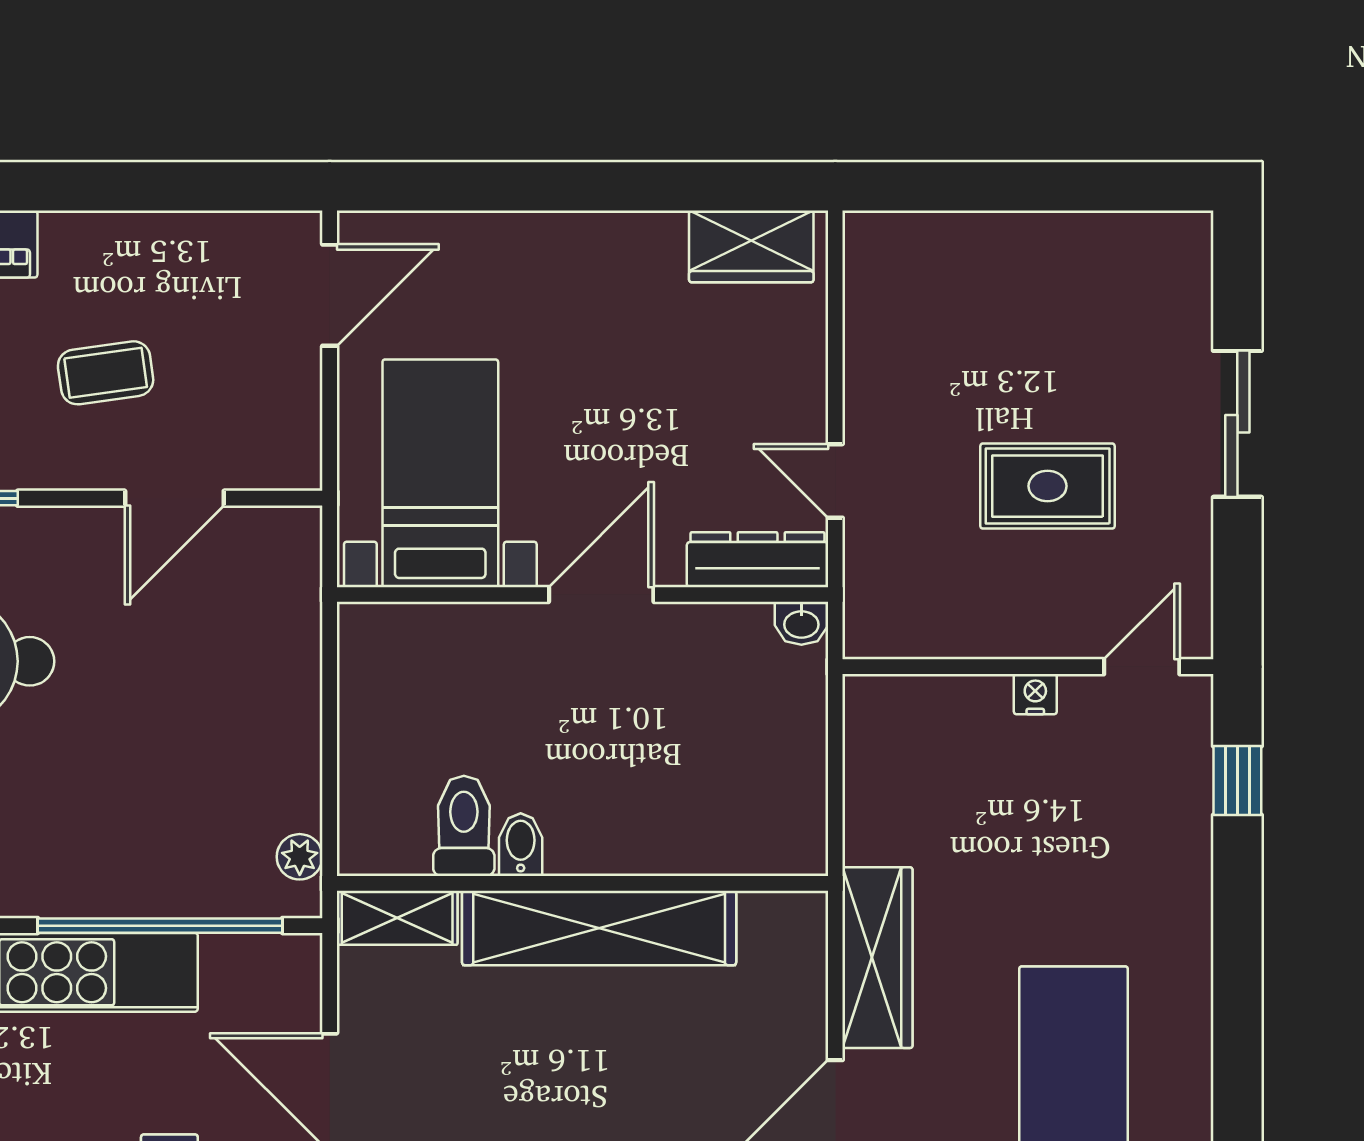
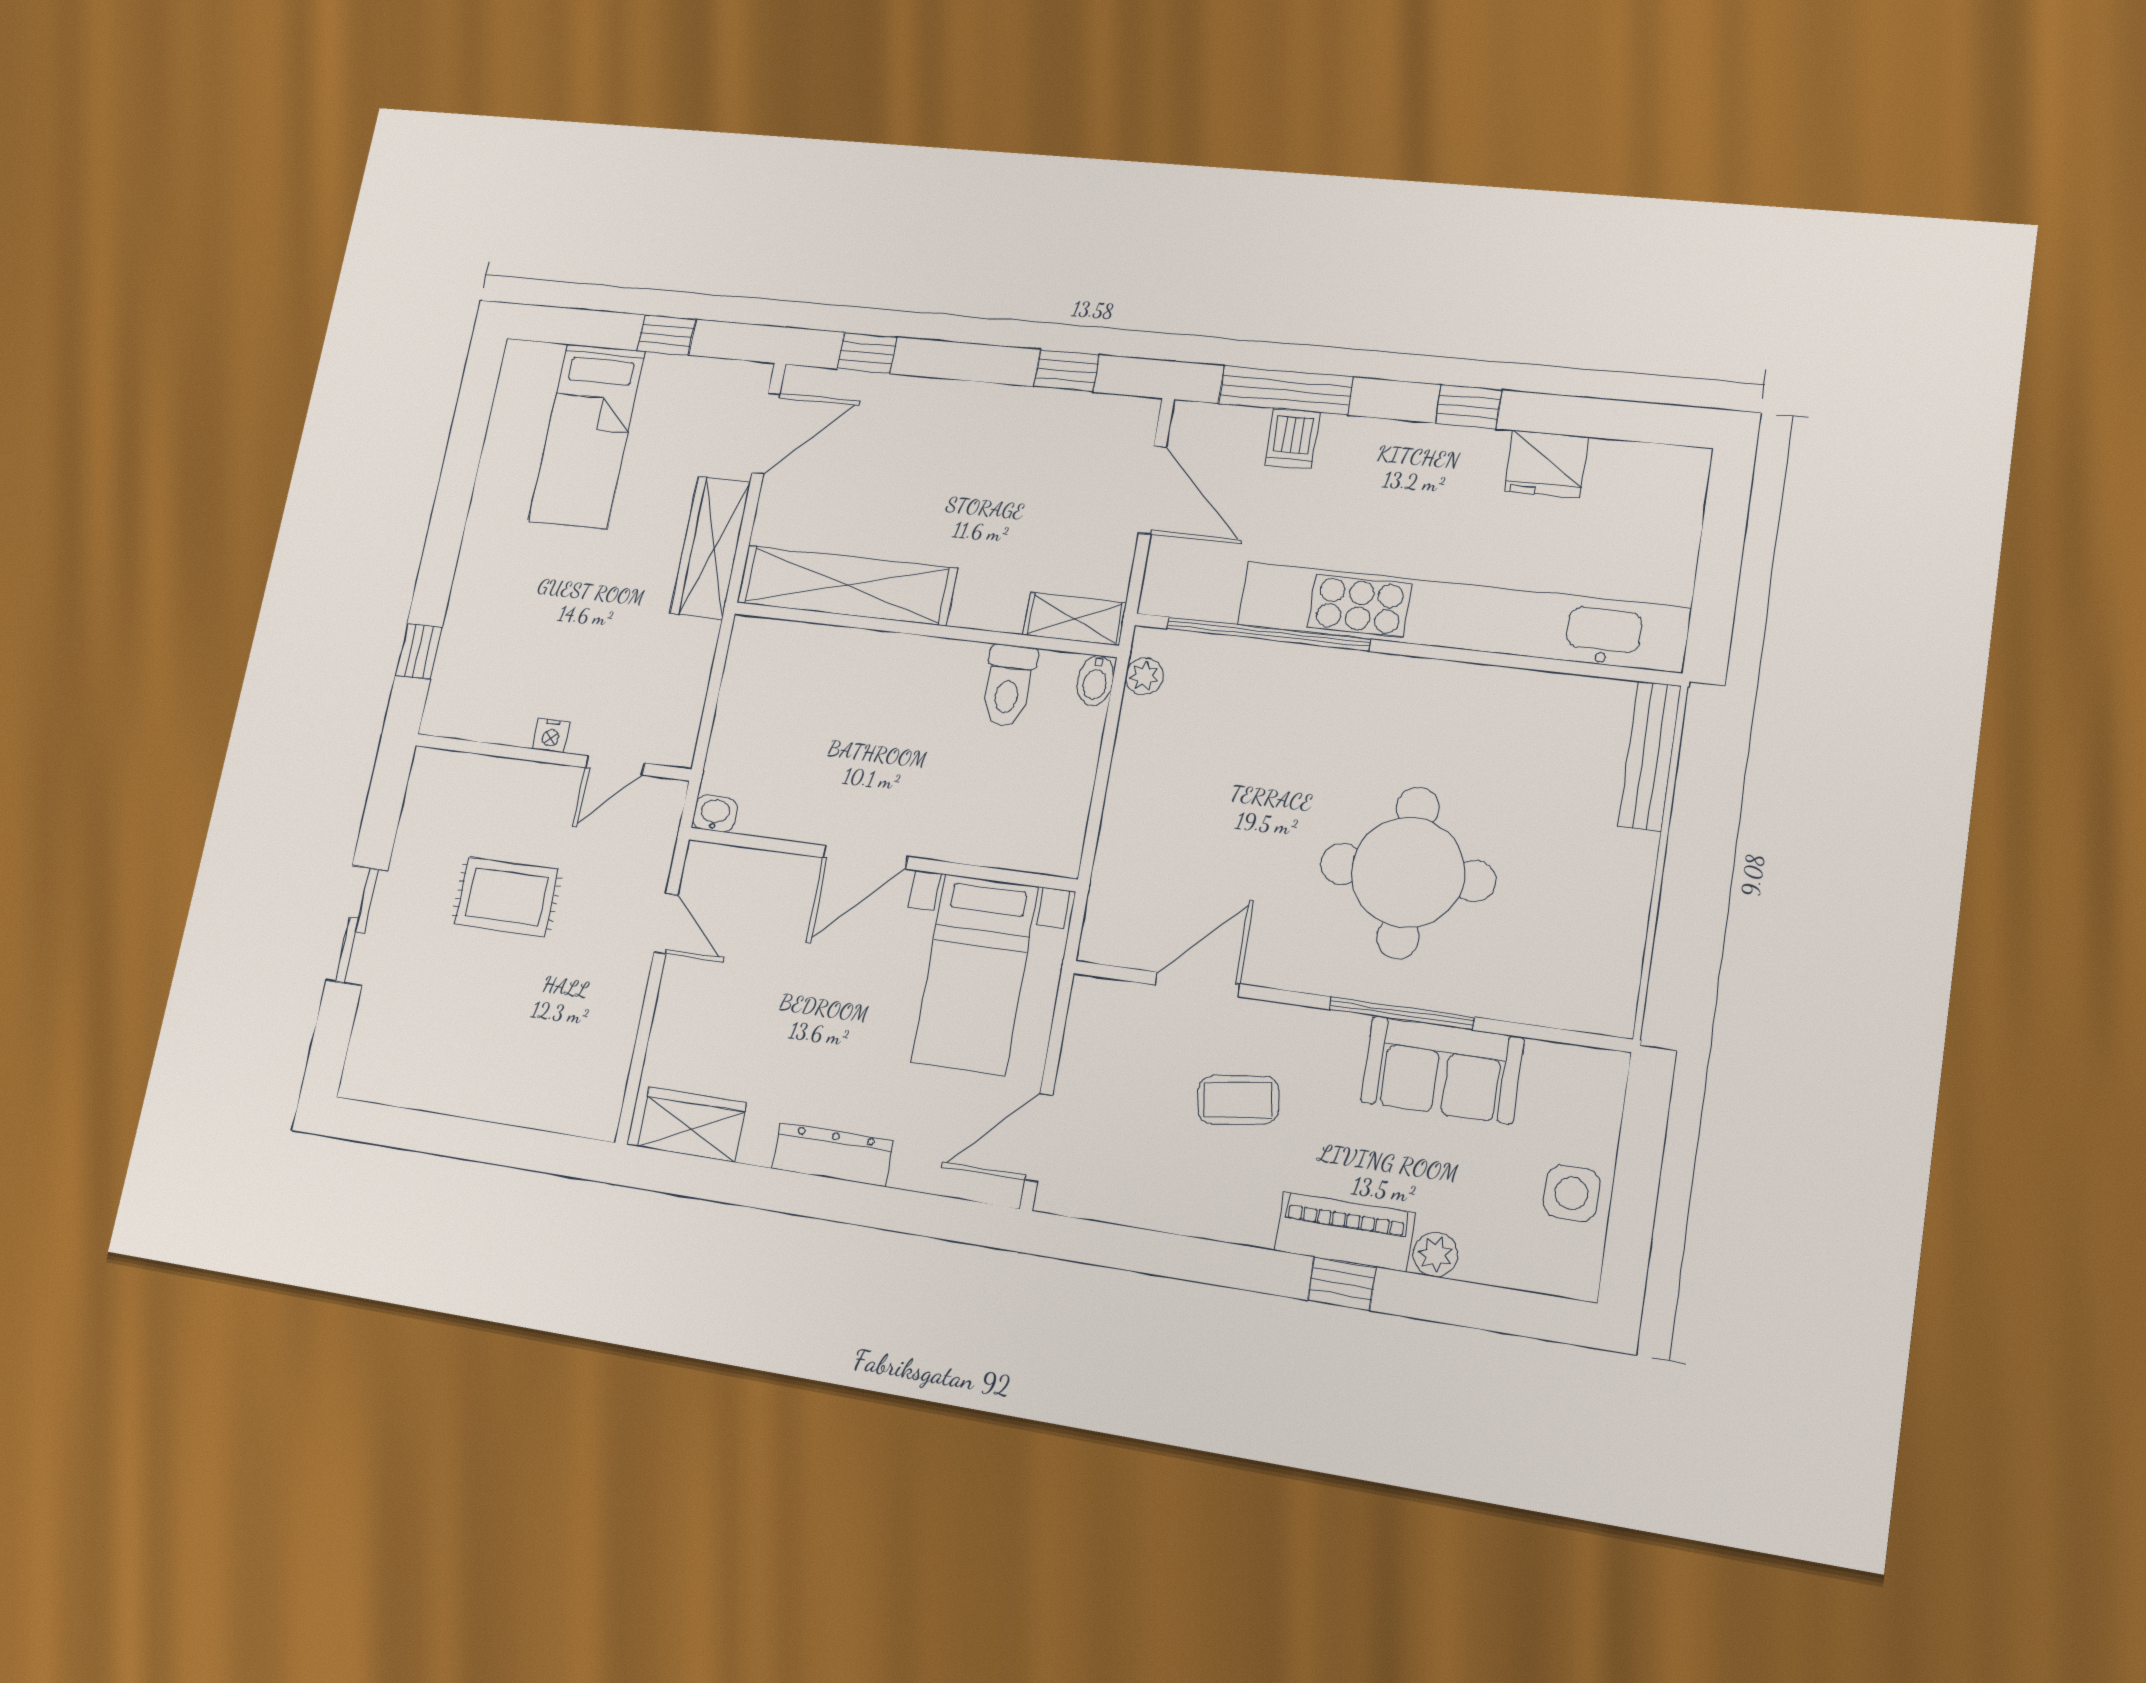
dresser: (758, 560) -> (833, 1154), moved, turned 180
door: (1142, 667) -> (615, 765), moved
bidet: (521, 845) -> (1095, 680), moved
shelving: (599, 928) -> (846, 585), moved

